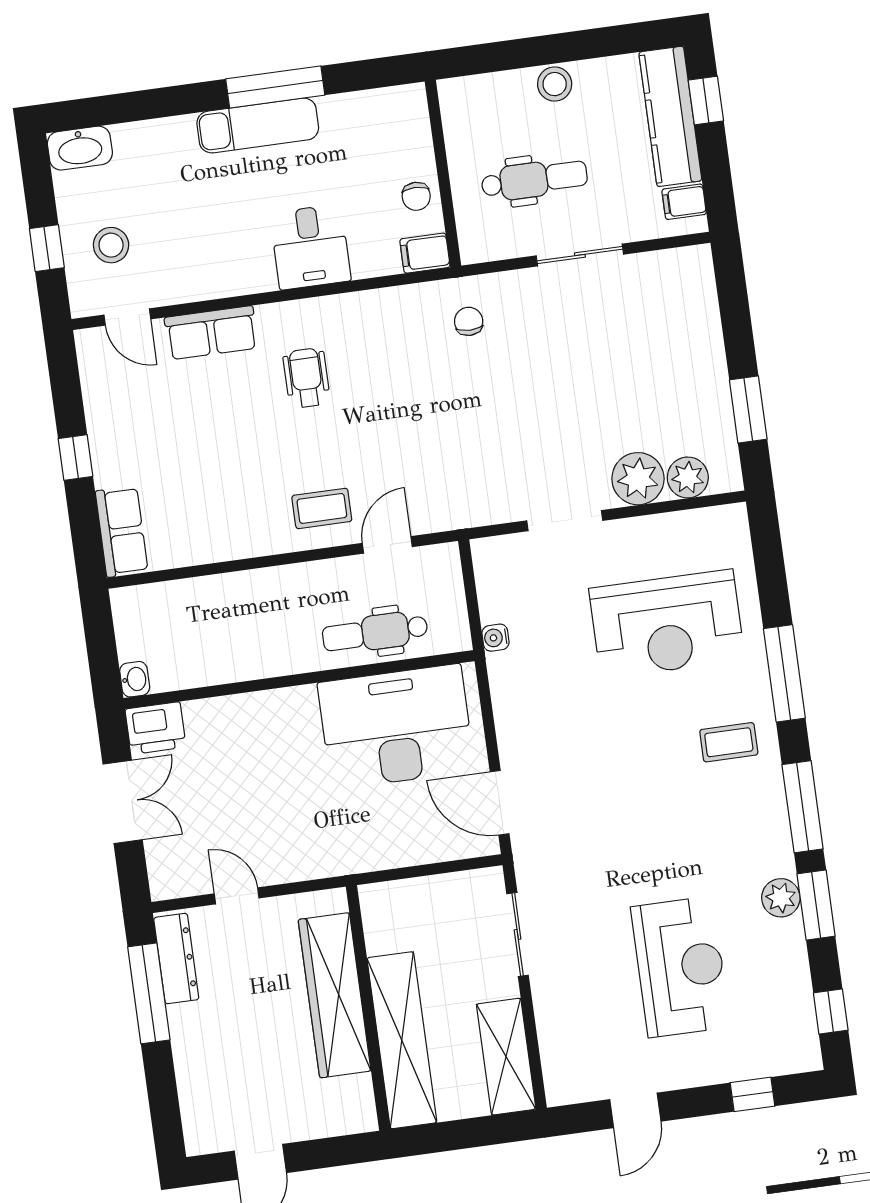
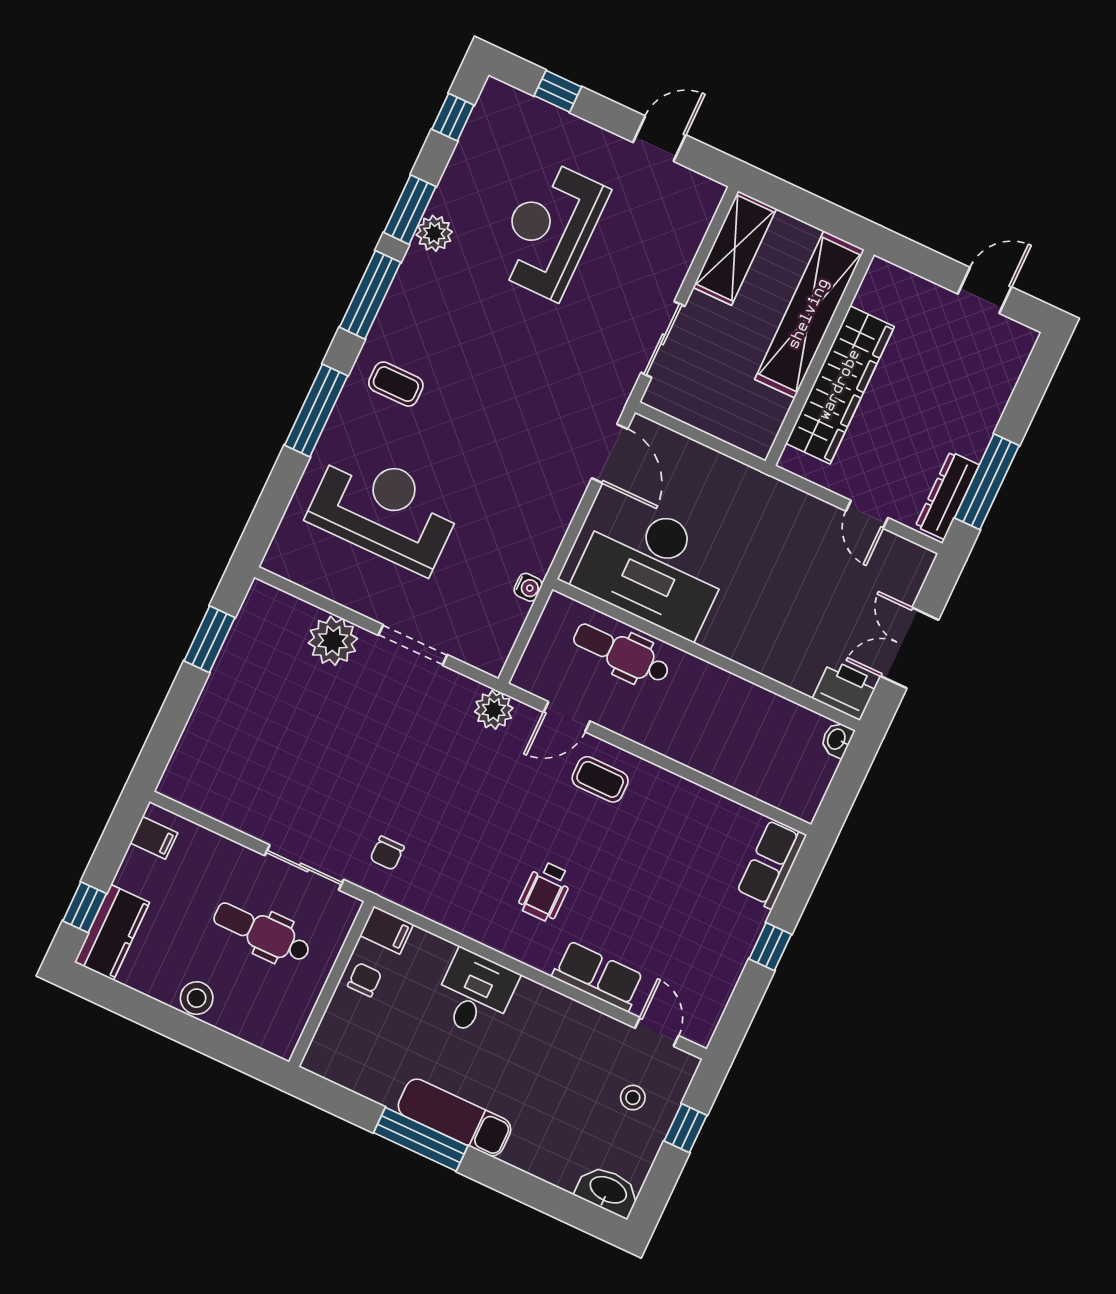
kitchen counter: (670, 116) -> (112, 932), width x0.67
stool: (111, 245) -> (633, 1098), width x0.73, depth x0.73
sliding door: (580, 255) -> (304, 867), moved
plant: (688, 478) -> (494, 710), moved
dental chair: (375, 632) -> (621, 653), turned 180

